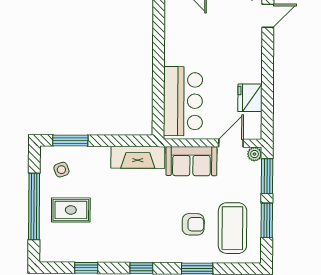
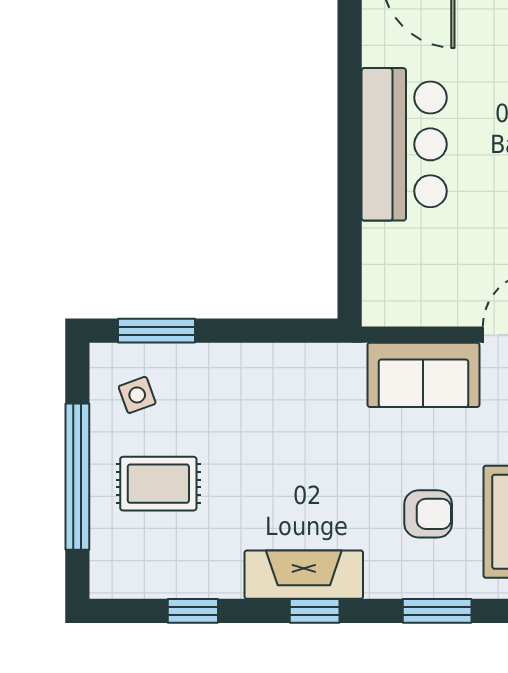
bar counter: (183, 101) -> (404, 144), moved
fireplace: (138, 157) -> (304, 575), moved, turned 180

